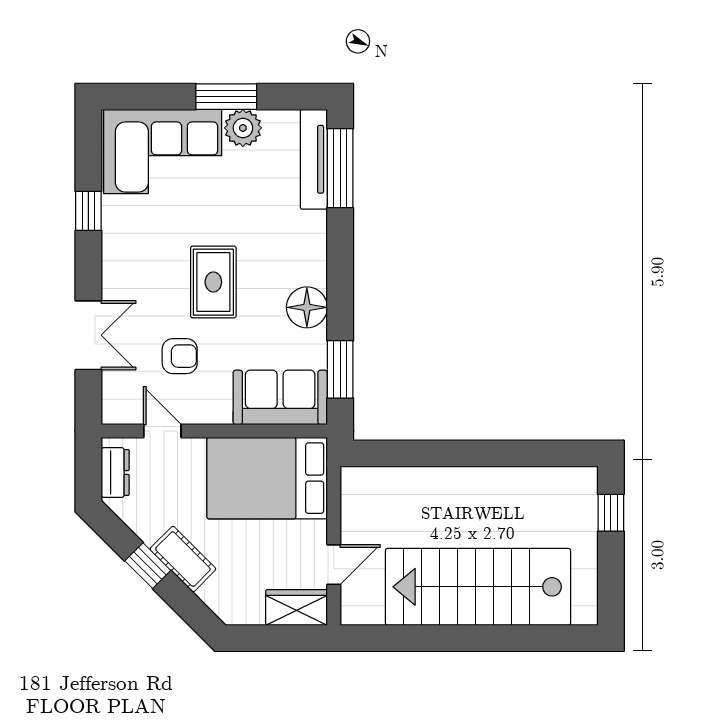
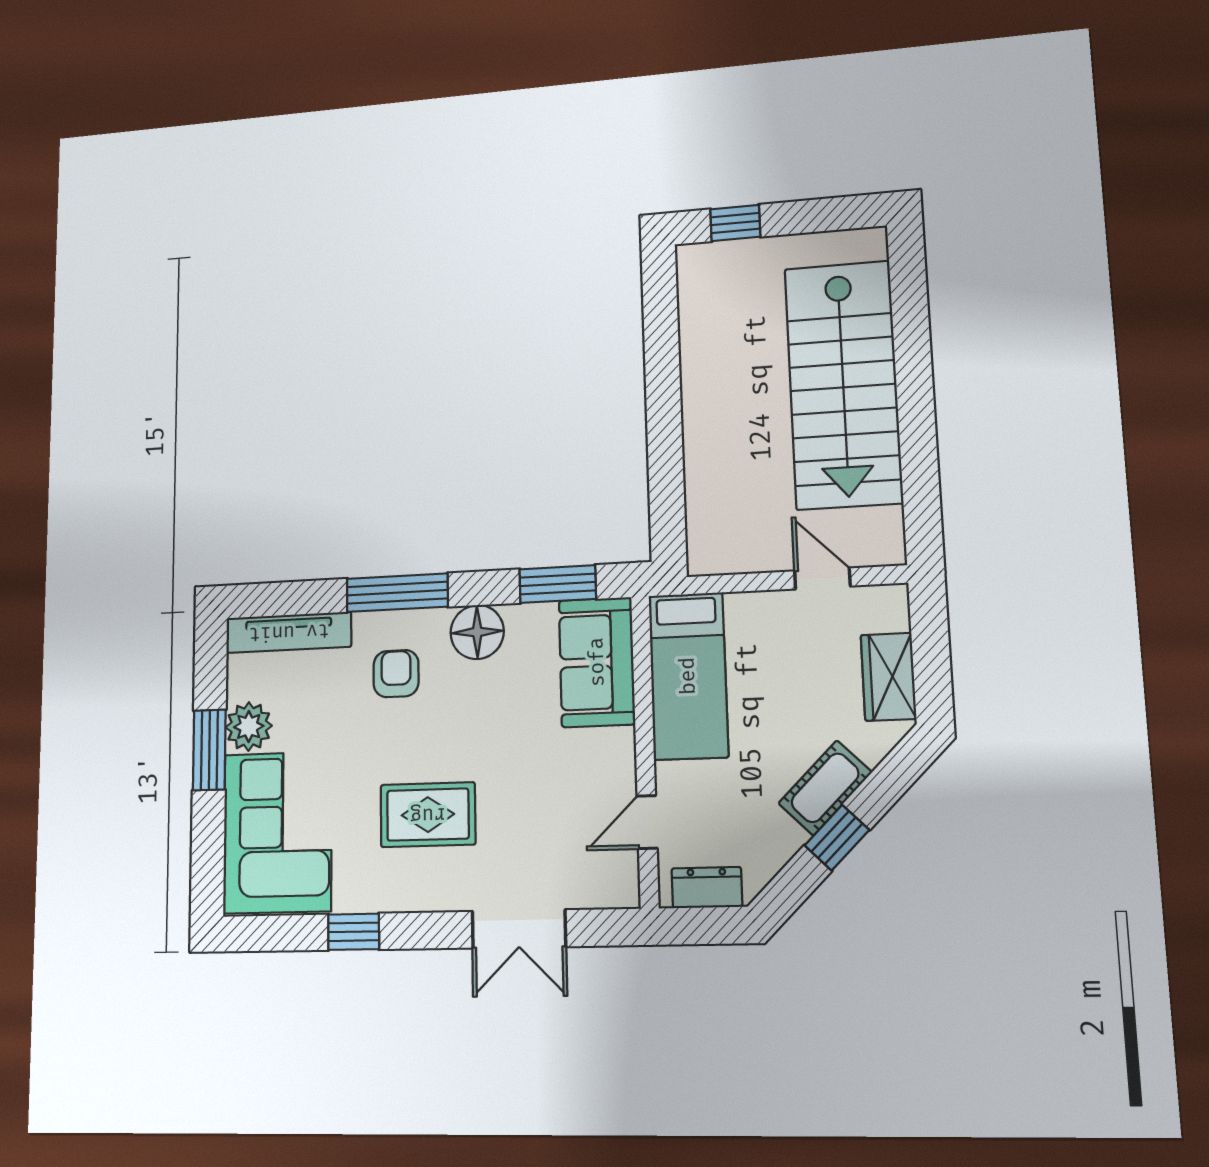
window: (340, 168) -> (397, 593), moved
rug: (213, 282) -> (428, 815), moved
double door: (88, 335) -> (519, 929), swing flipped
armchair: (180, 356) -> (396, 674), moved
bed: (267, 478) -> (688, 676), width x0.67
wardrobe: (297, 608) -> (888, 677), moved

